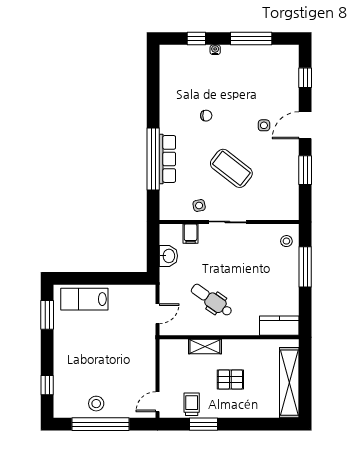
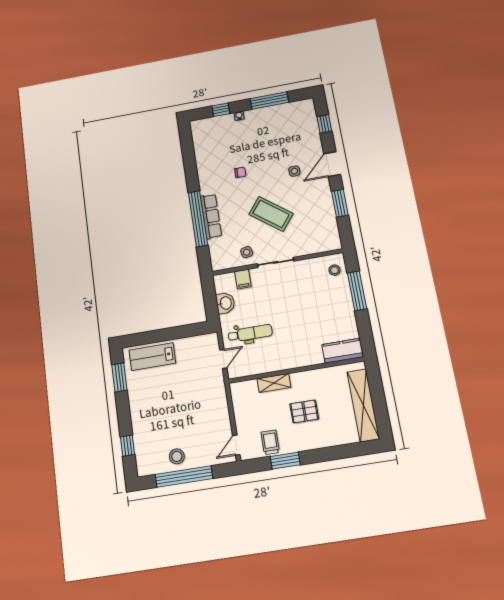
dental chair: (212, 300) -> (250, 333), moved, turned 145

